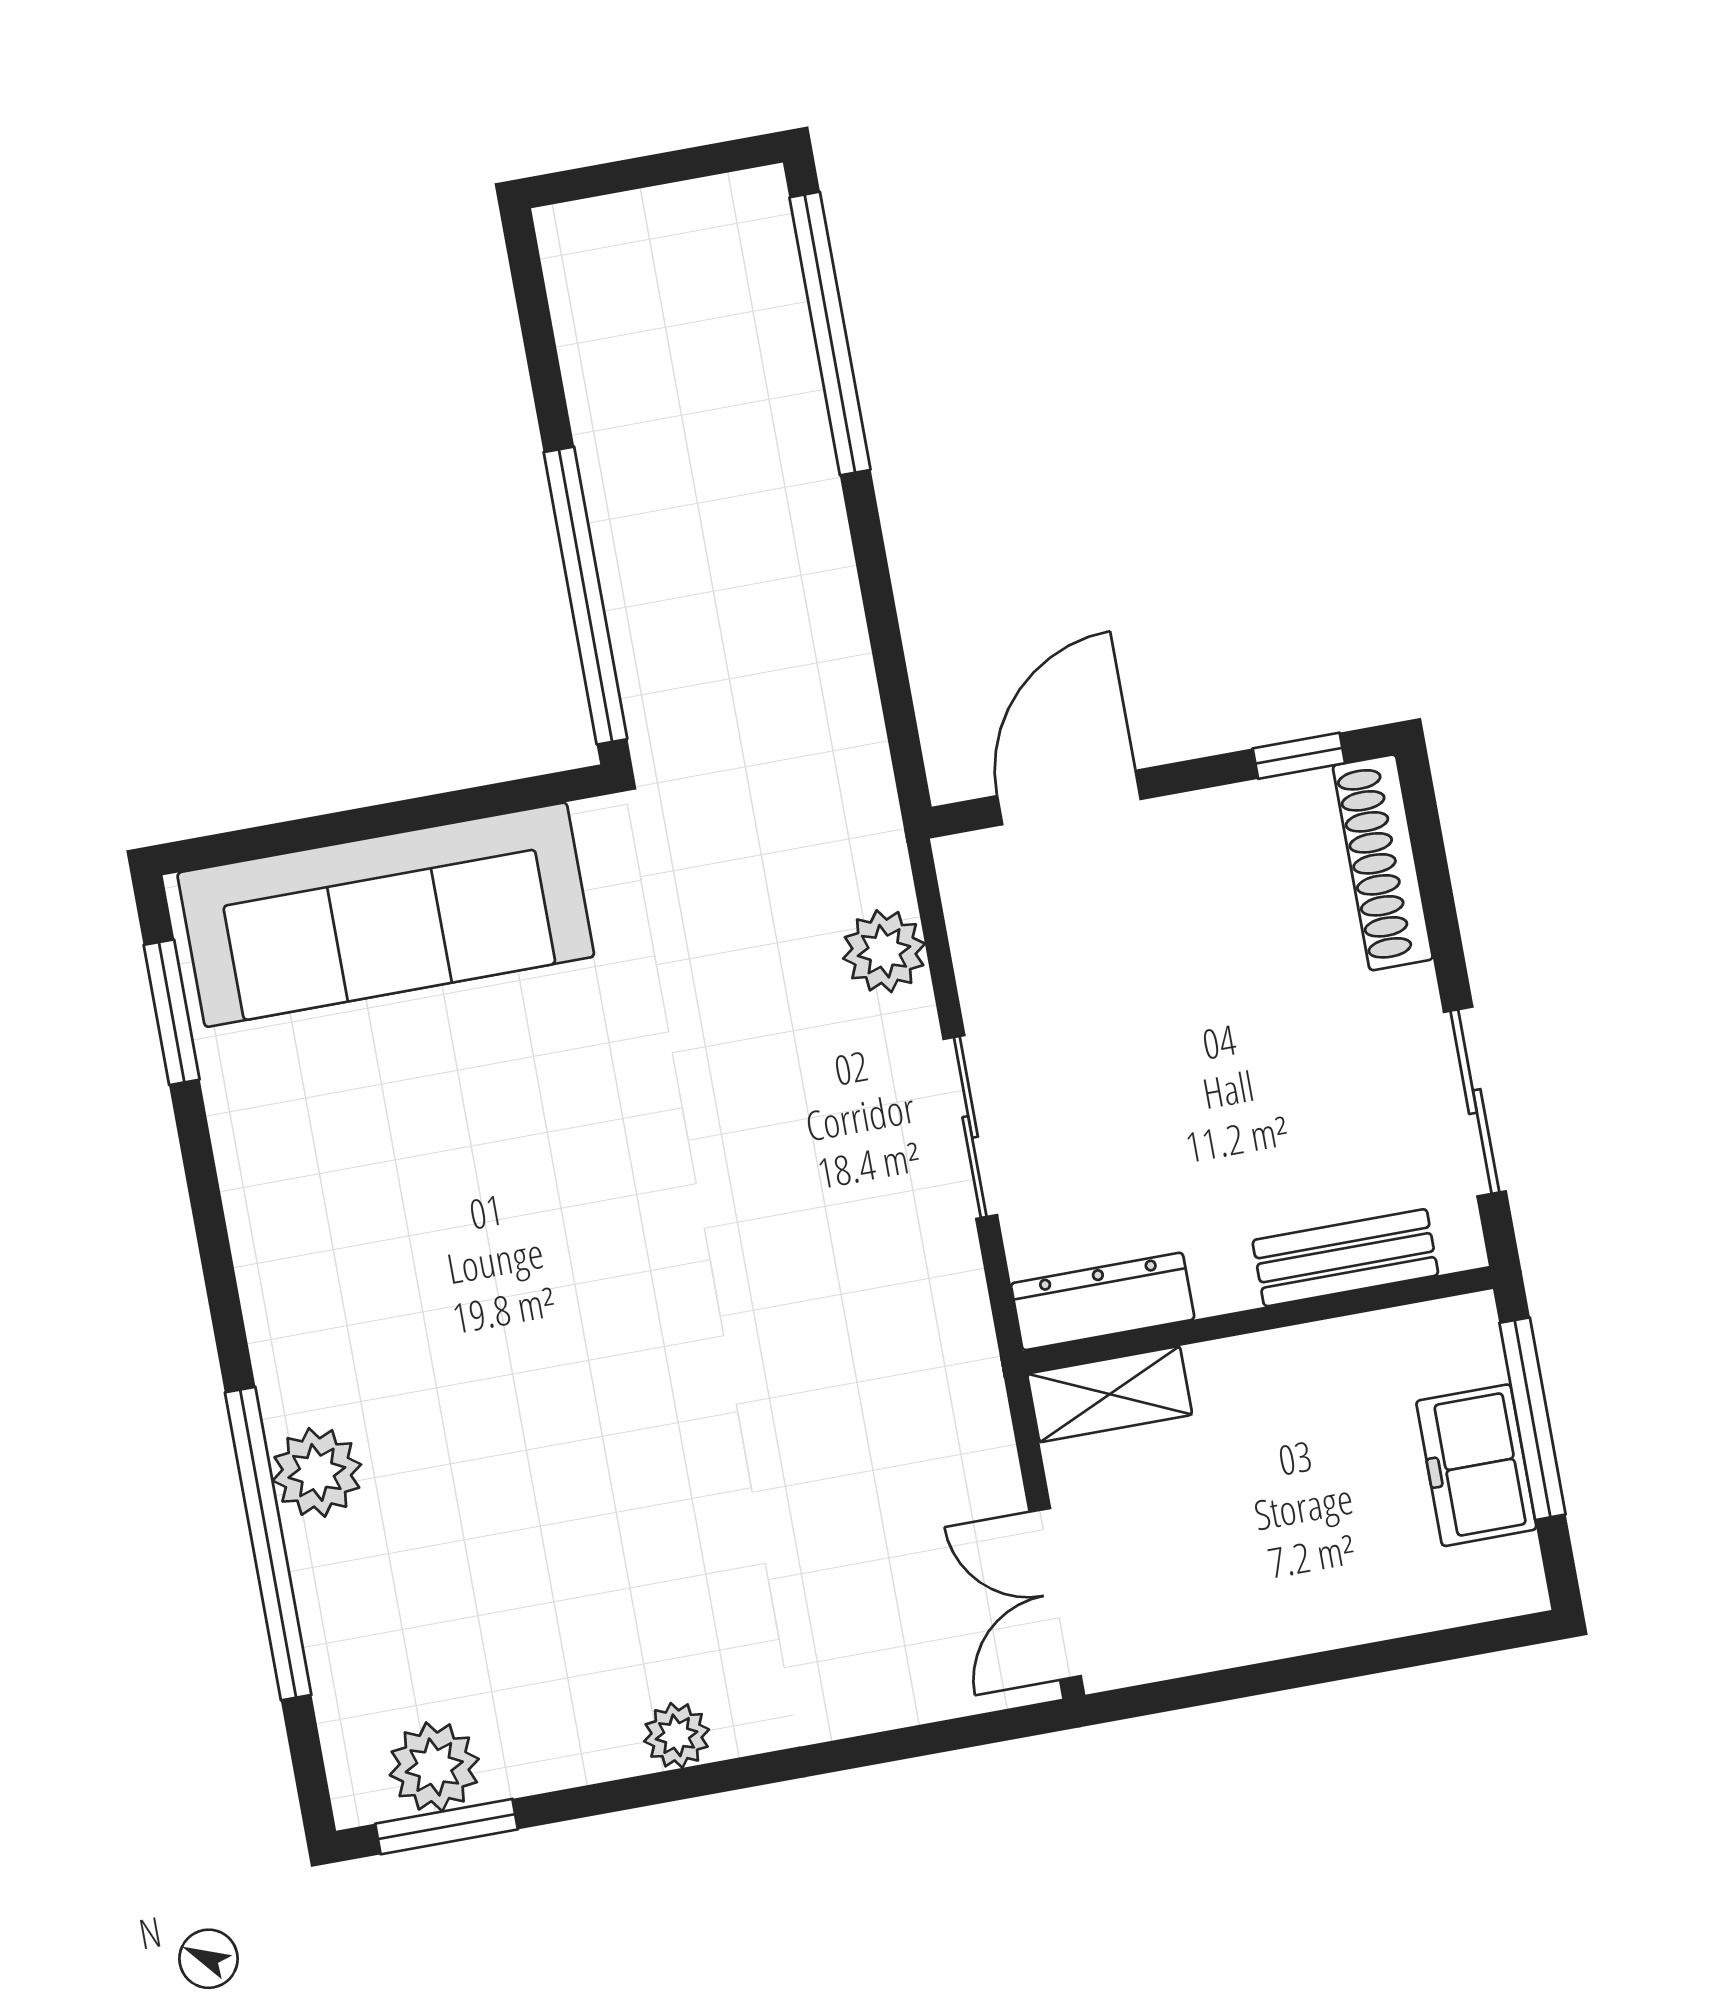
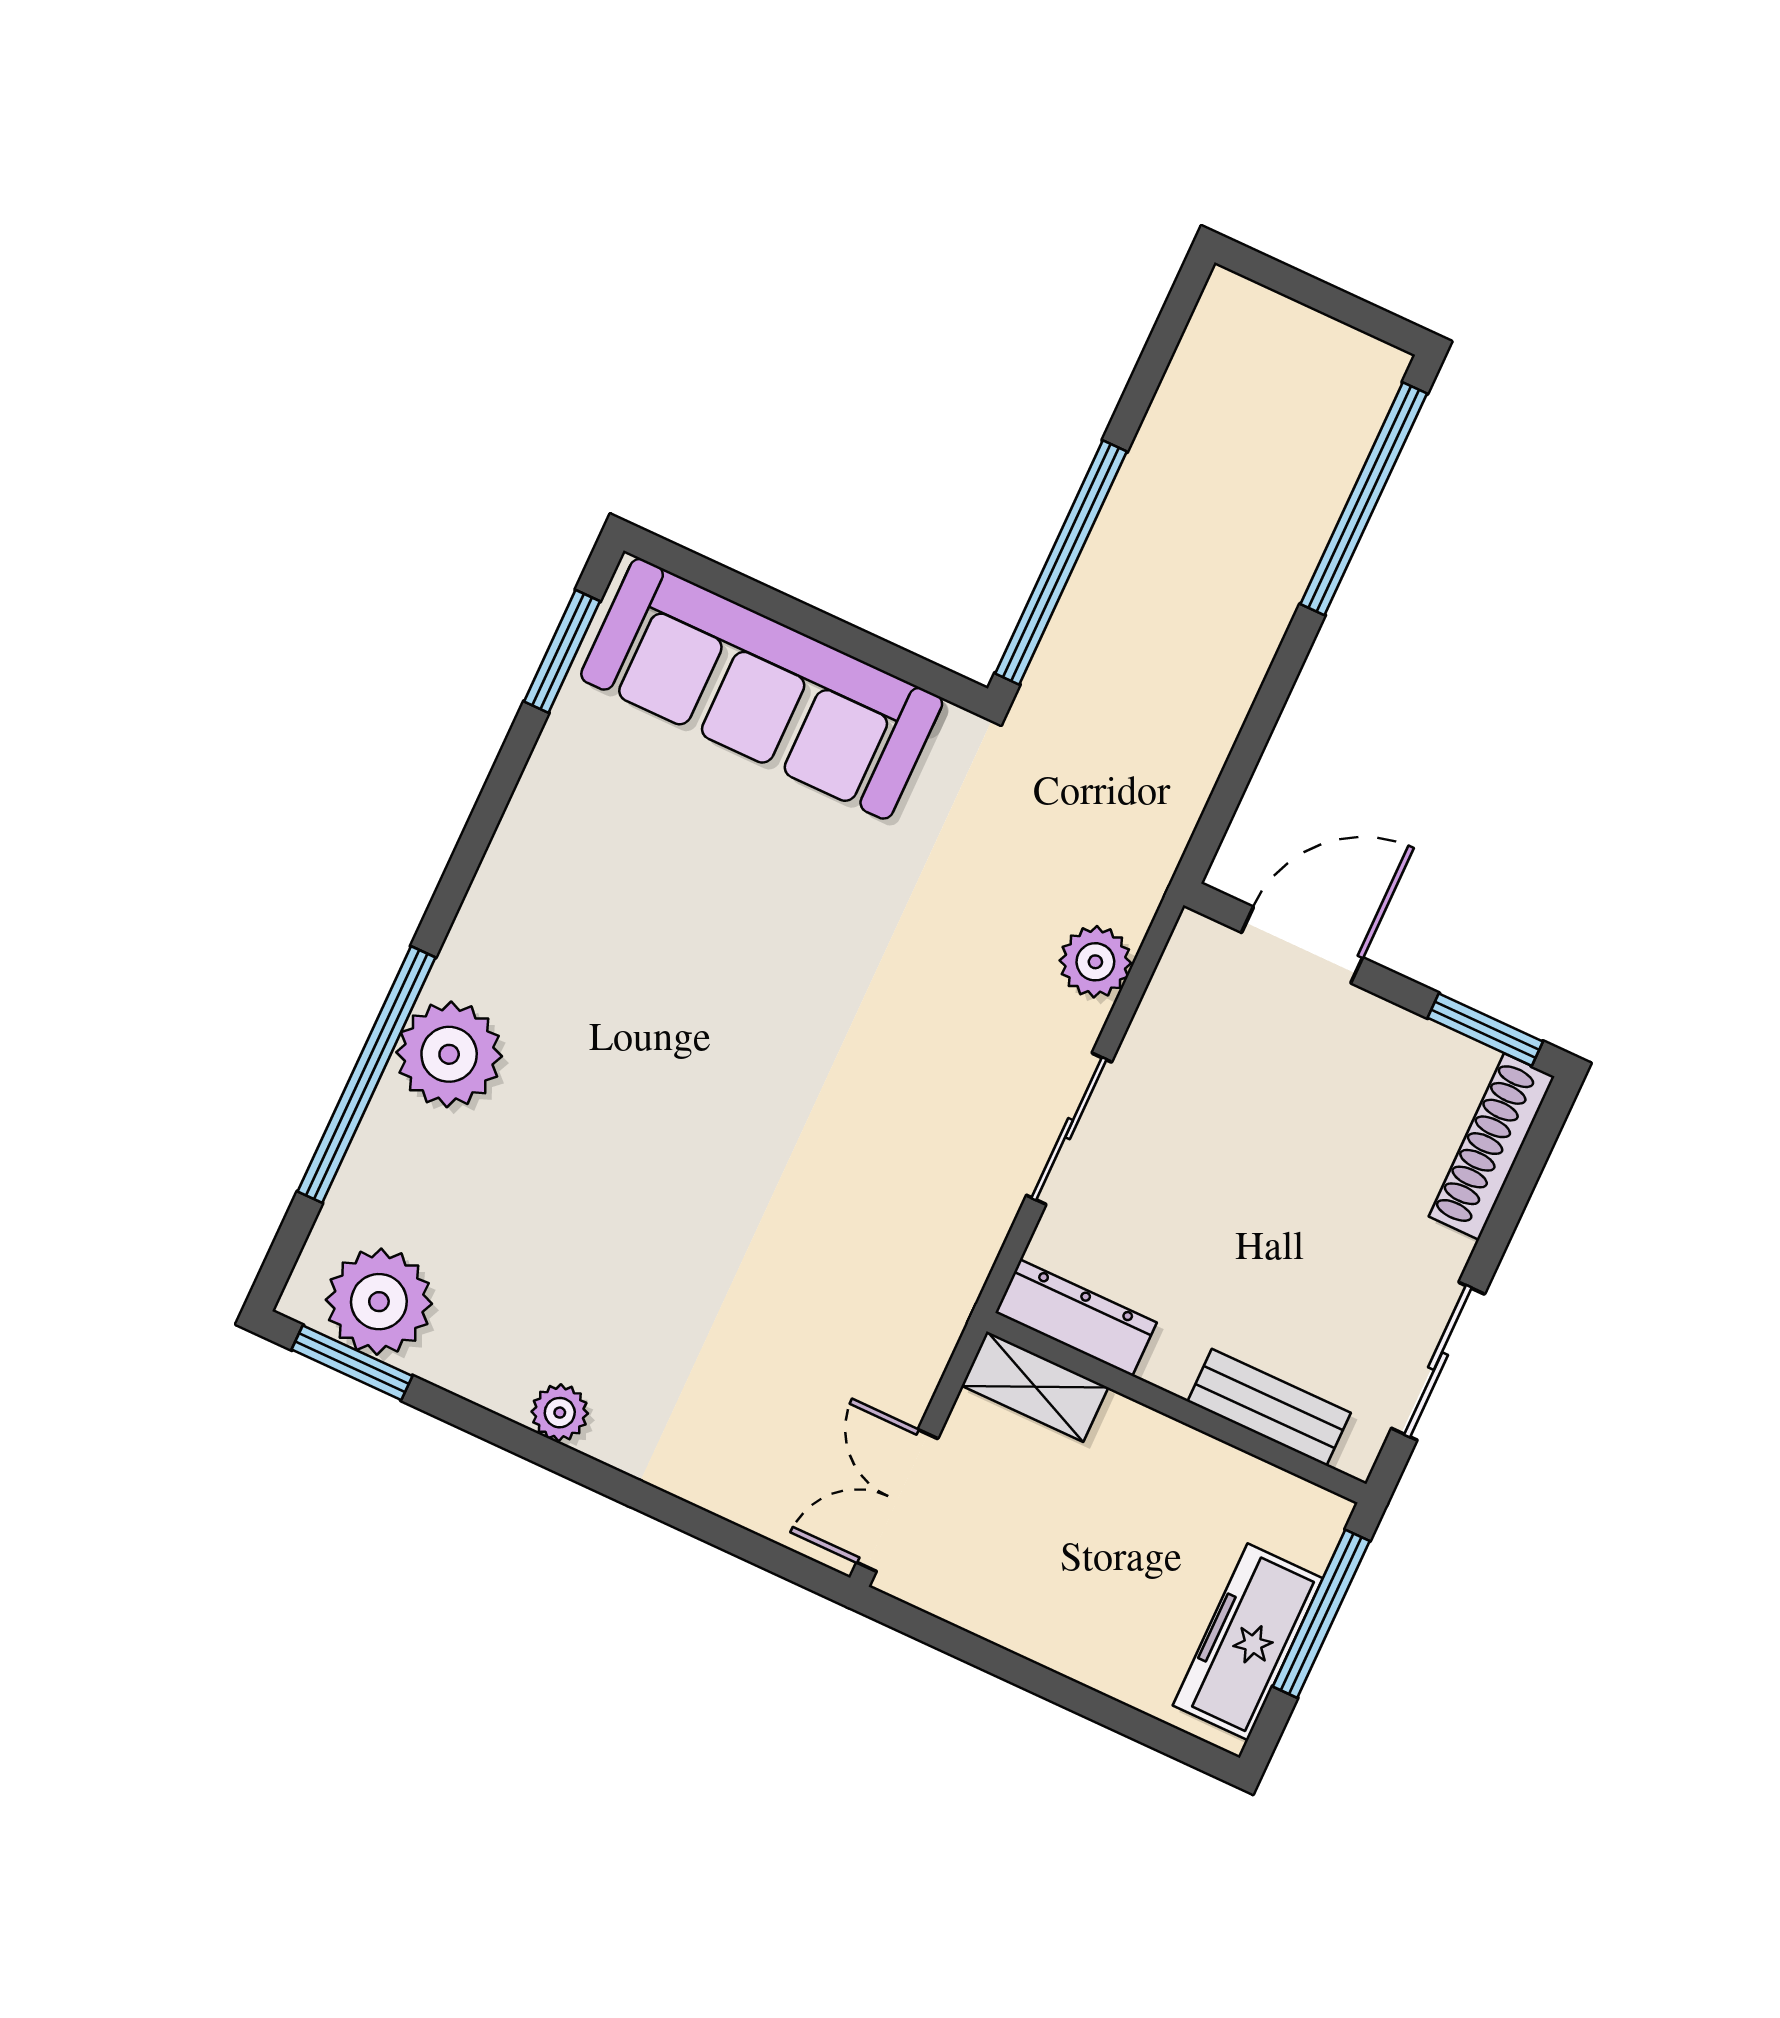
window: (1299, 756) -> (1485, 1030), width x1.50
freezer: (1476, 1465) -> (1248, 1642), width x1.40
plant: (317, 1472) -> (449, 1054), width x1.36, depth x1.36
plant: (434, 1767) -> (379, 1302), width x1.36, depth x1.36

